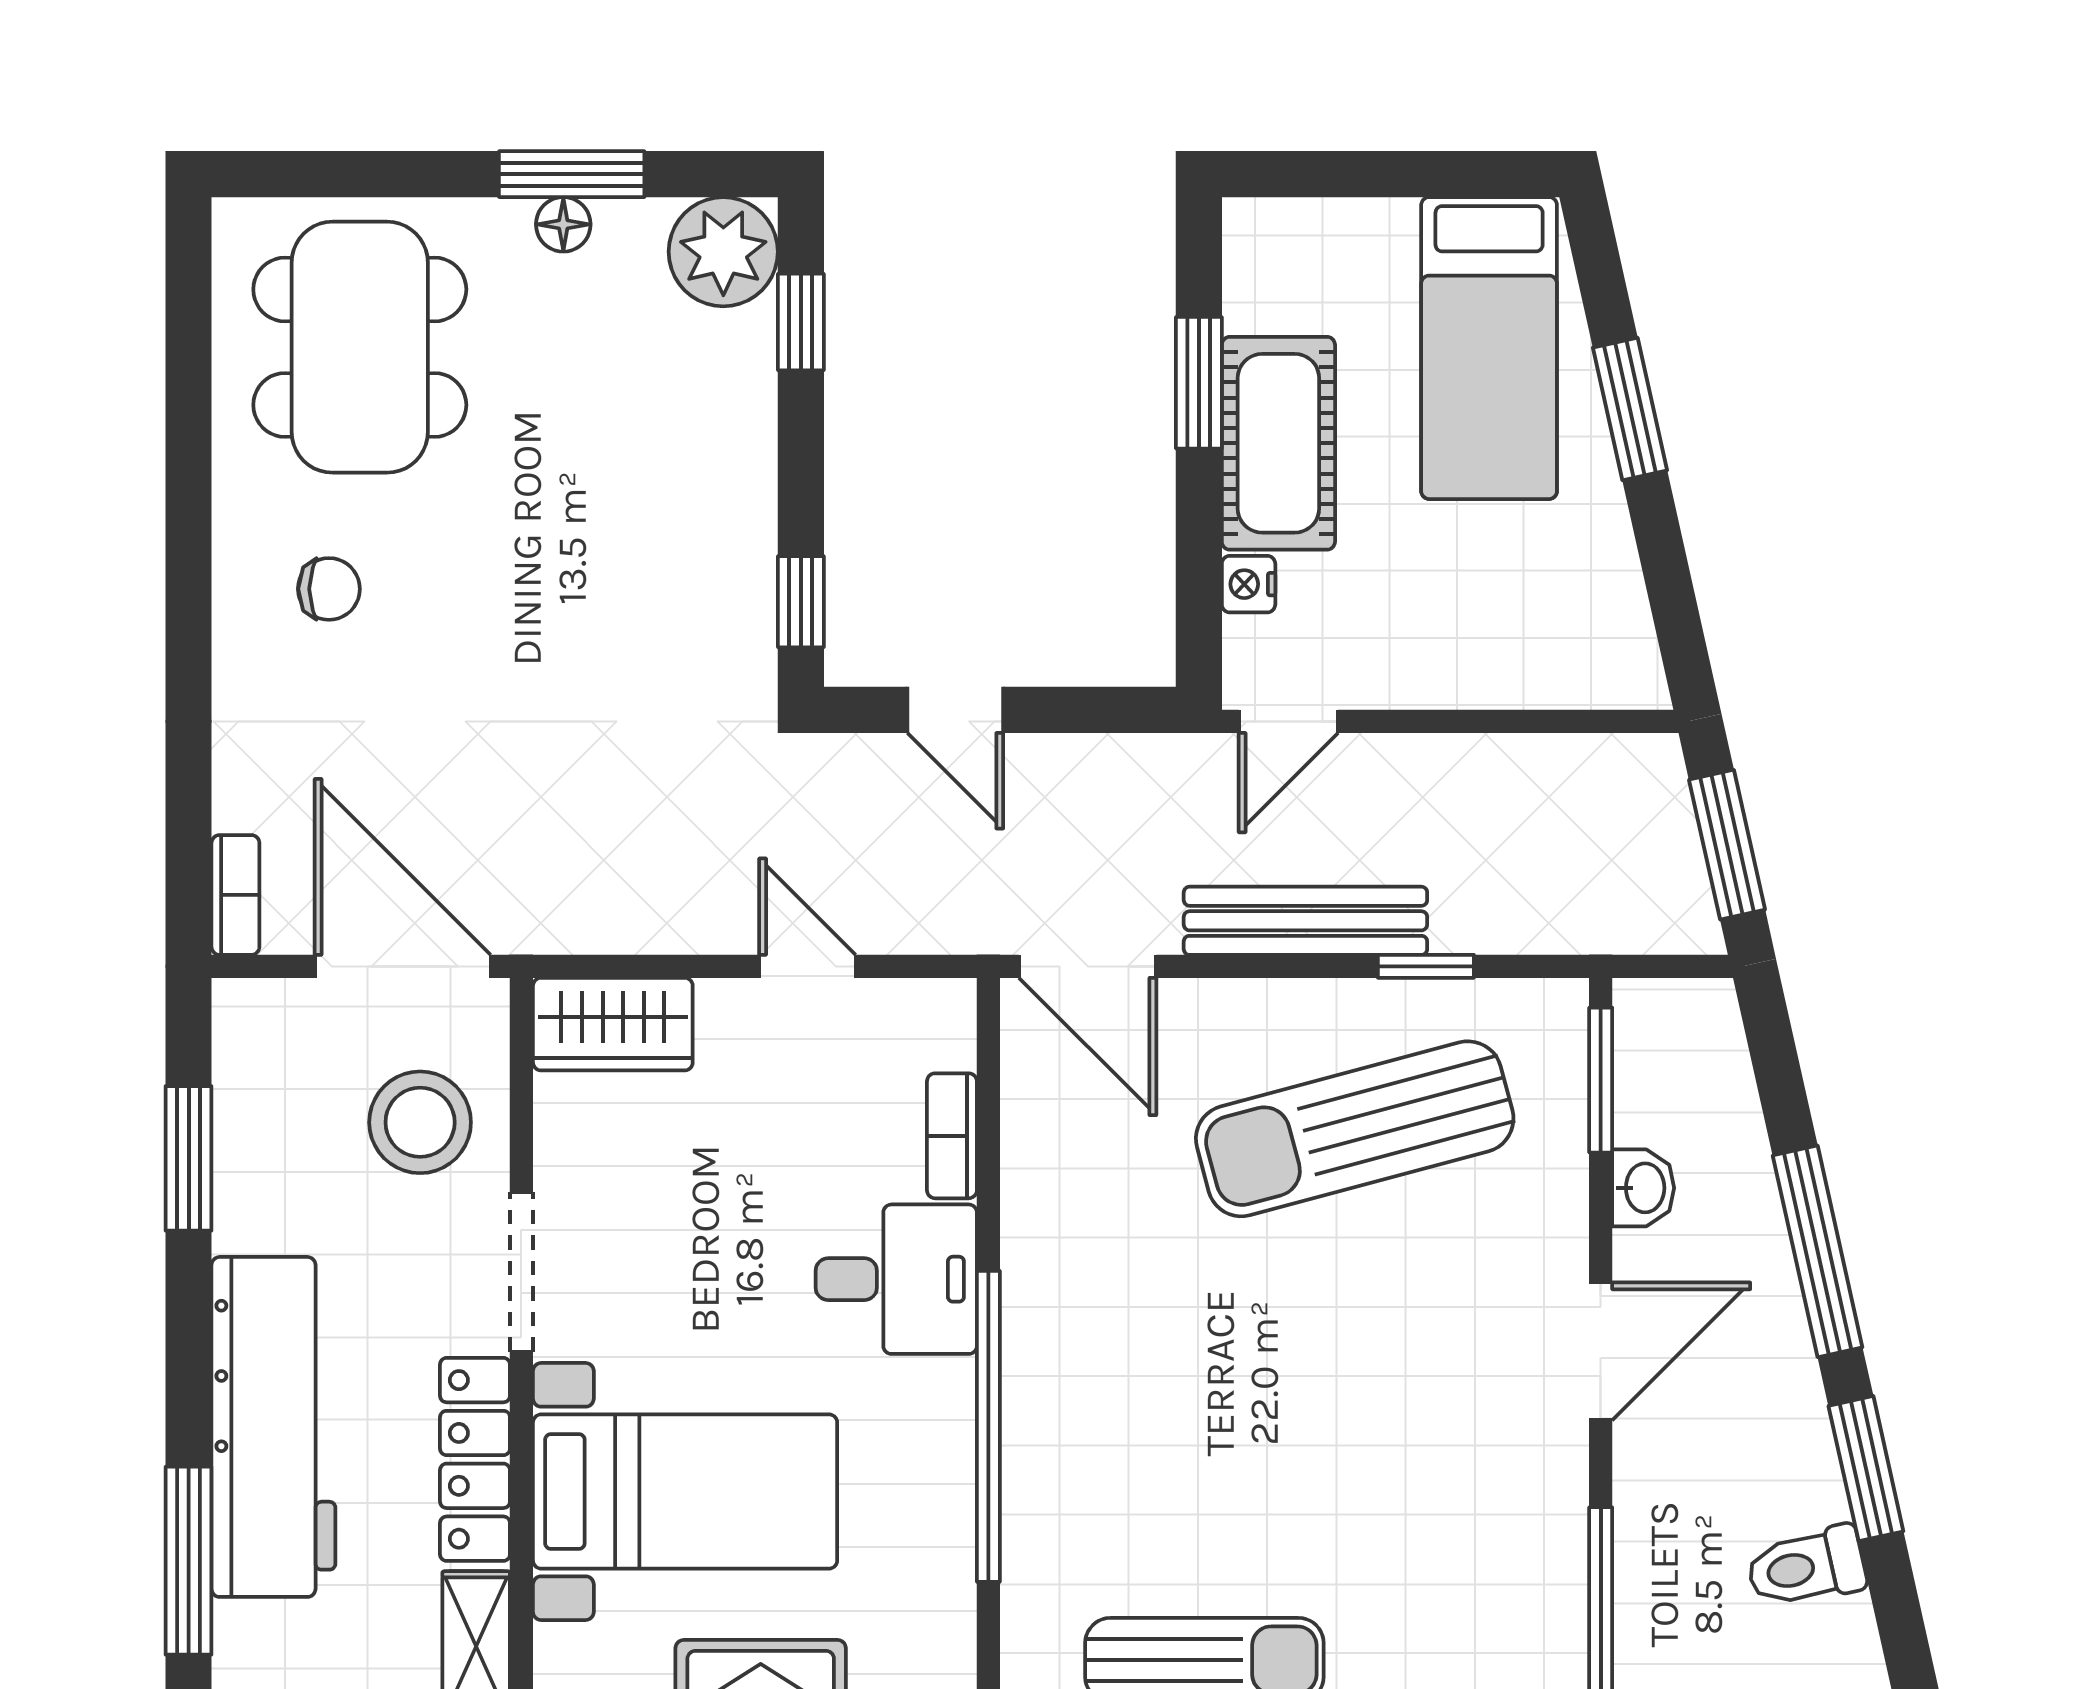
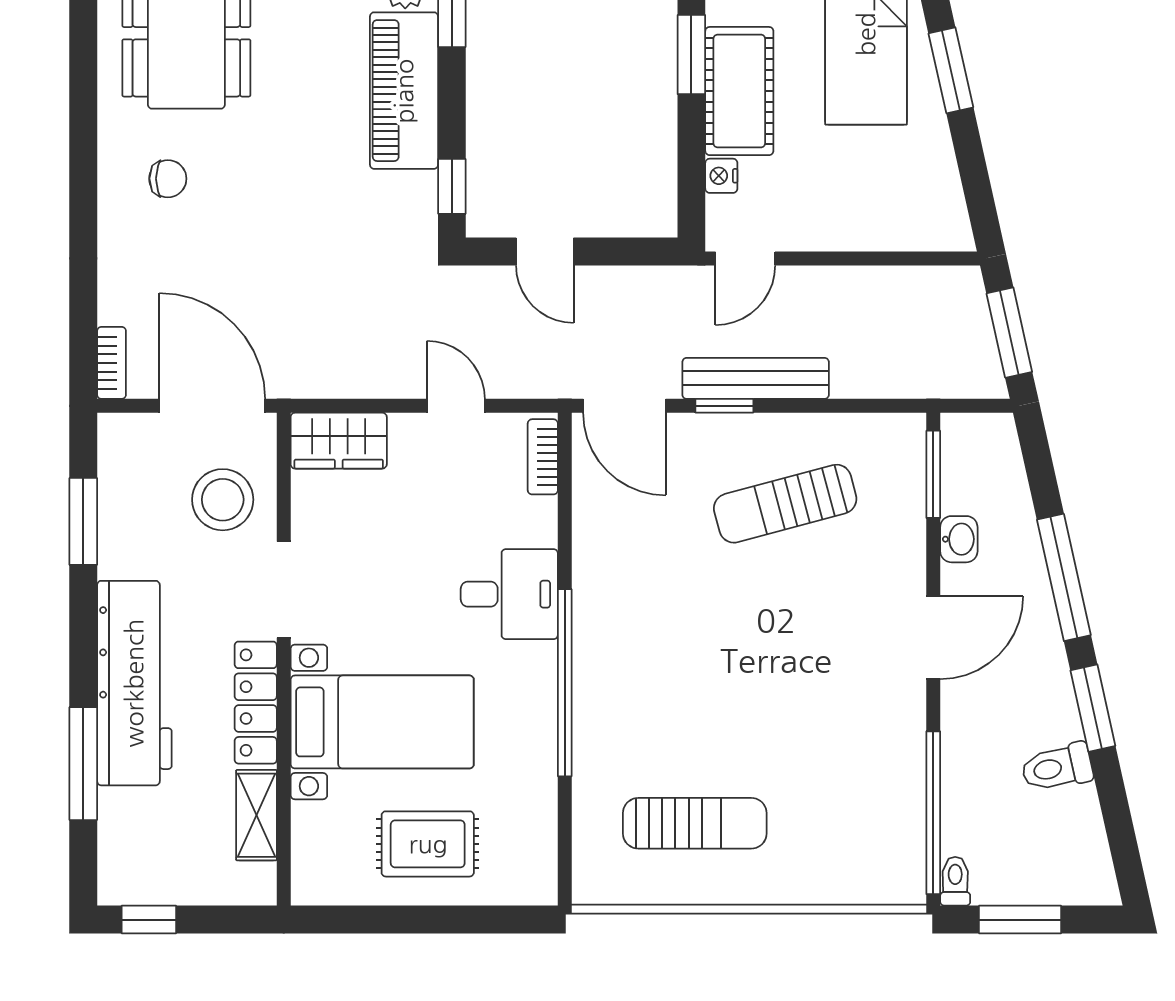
piano: (721, 443) -> (404, 91), added
window: (1426, 966) -> (724, 406), moved
sun lounger: (1355, 1129) -> (785, 504), width x0.73, depth x0.75
bookcase: (952, 1136) -> (543, 457), moved

